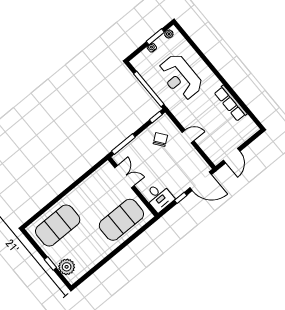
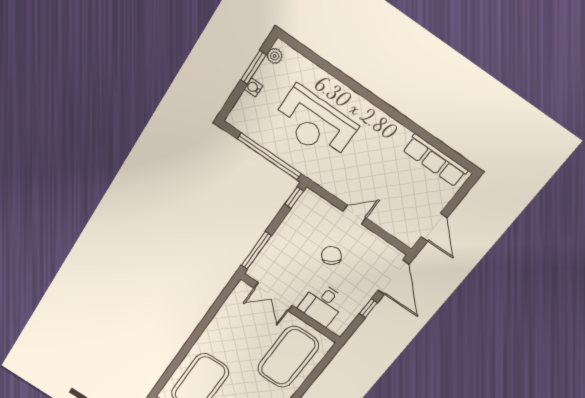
row of seats: (231, 103) -> (435, 160), moved
chair: (160, 139) -> (331, 256), moved
double door: (124, 177) -> (273, 297), swing flipped
door: (201, 181) -> (393, 277), hinge flipped
desk: (159, 197) -> (322, 304), moved, turned 90

